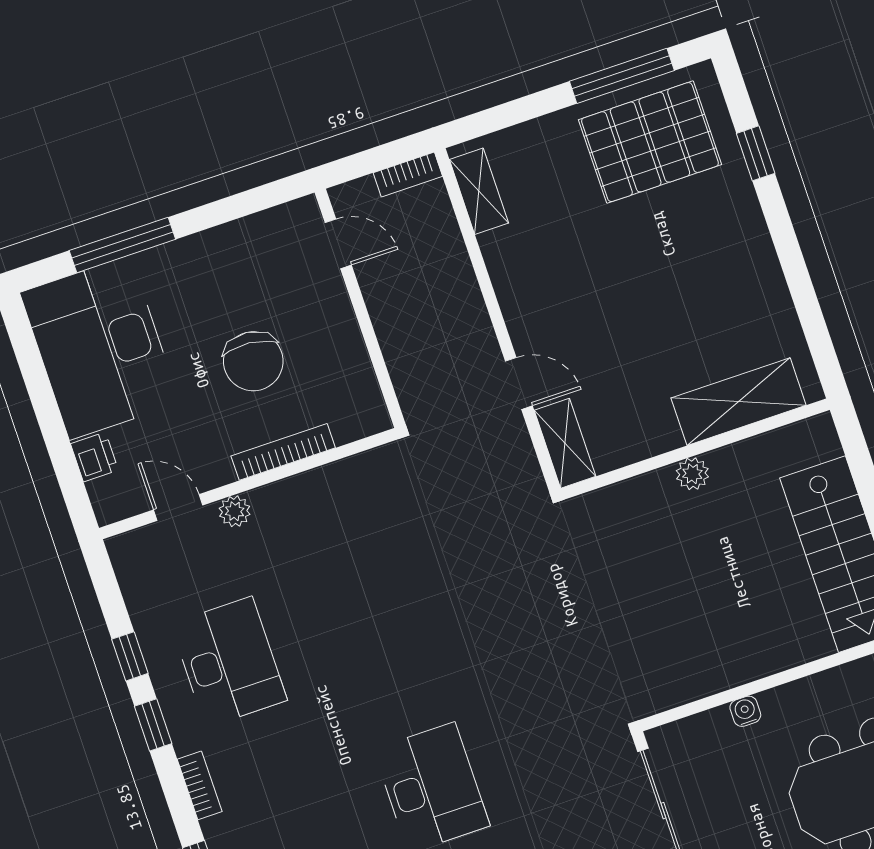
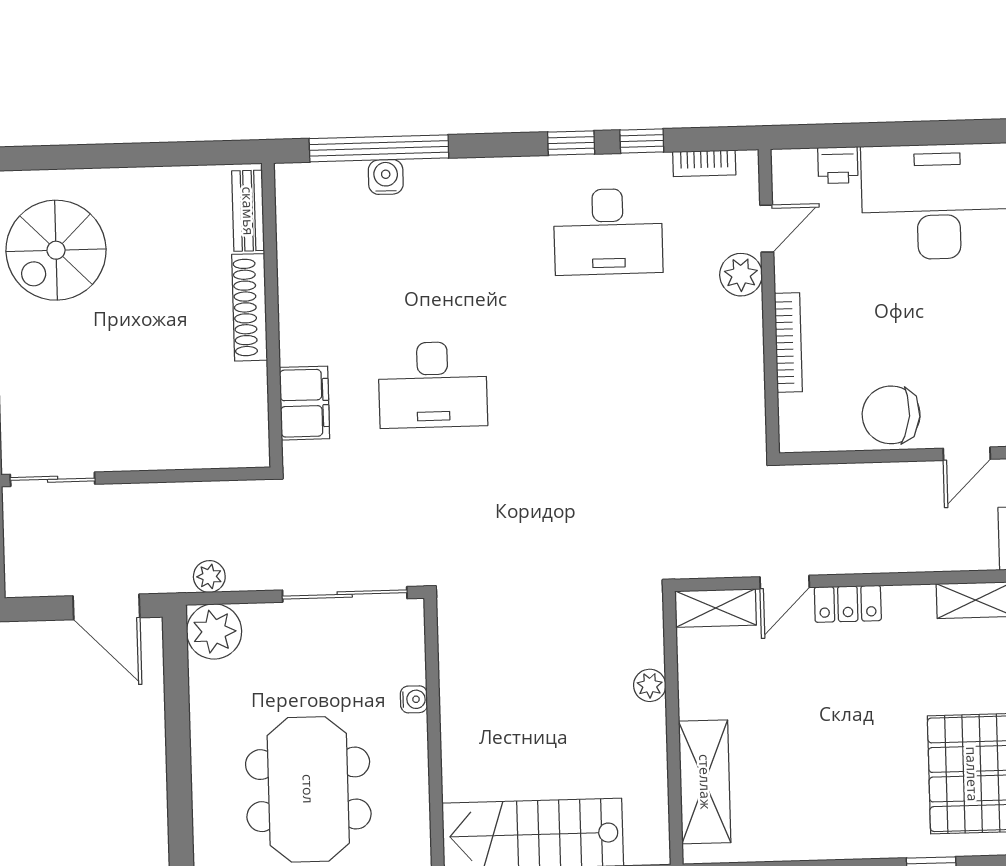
locker: (521, 315) -> (848, 604), added
chair: (253, 361) -> (891, 415), moved
plant: (692, 474) -> (650, 685), moved
plant: (235, 511) -> (741, 275), width x1.38, depth x1.38
bookcase: (200, 785) -> (704, 163), moved

